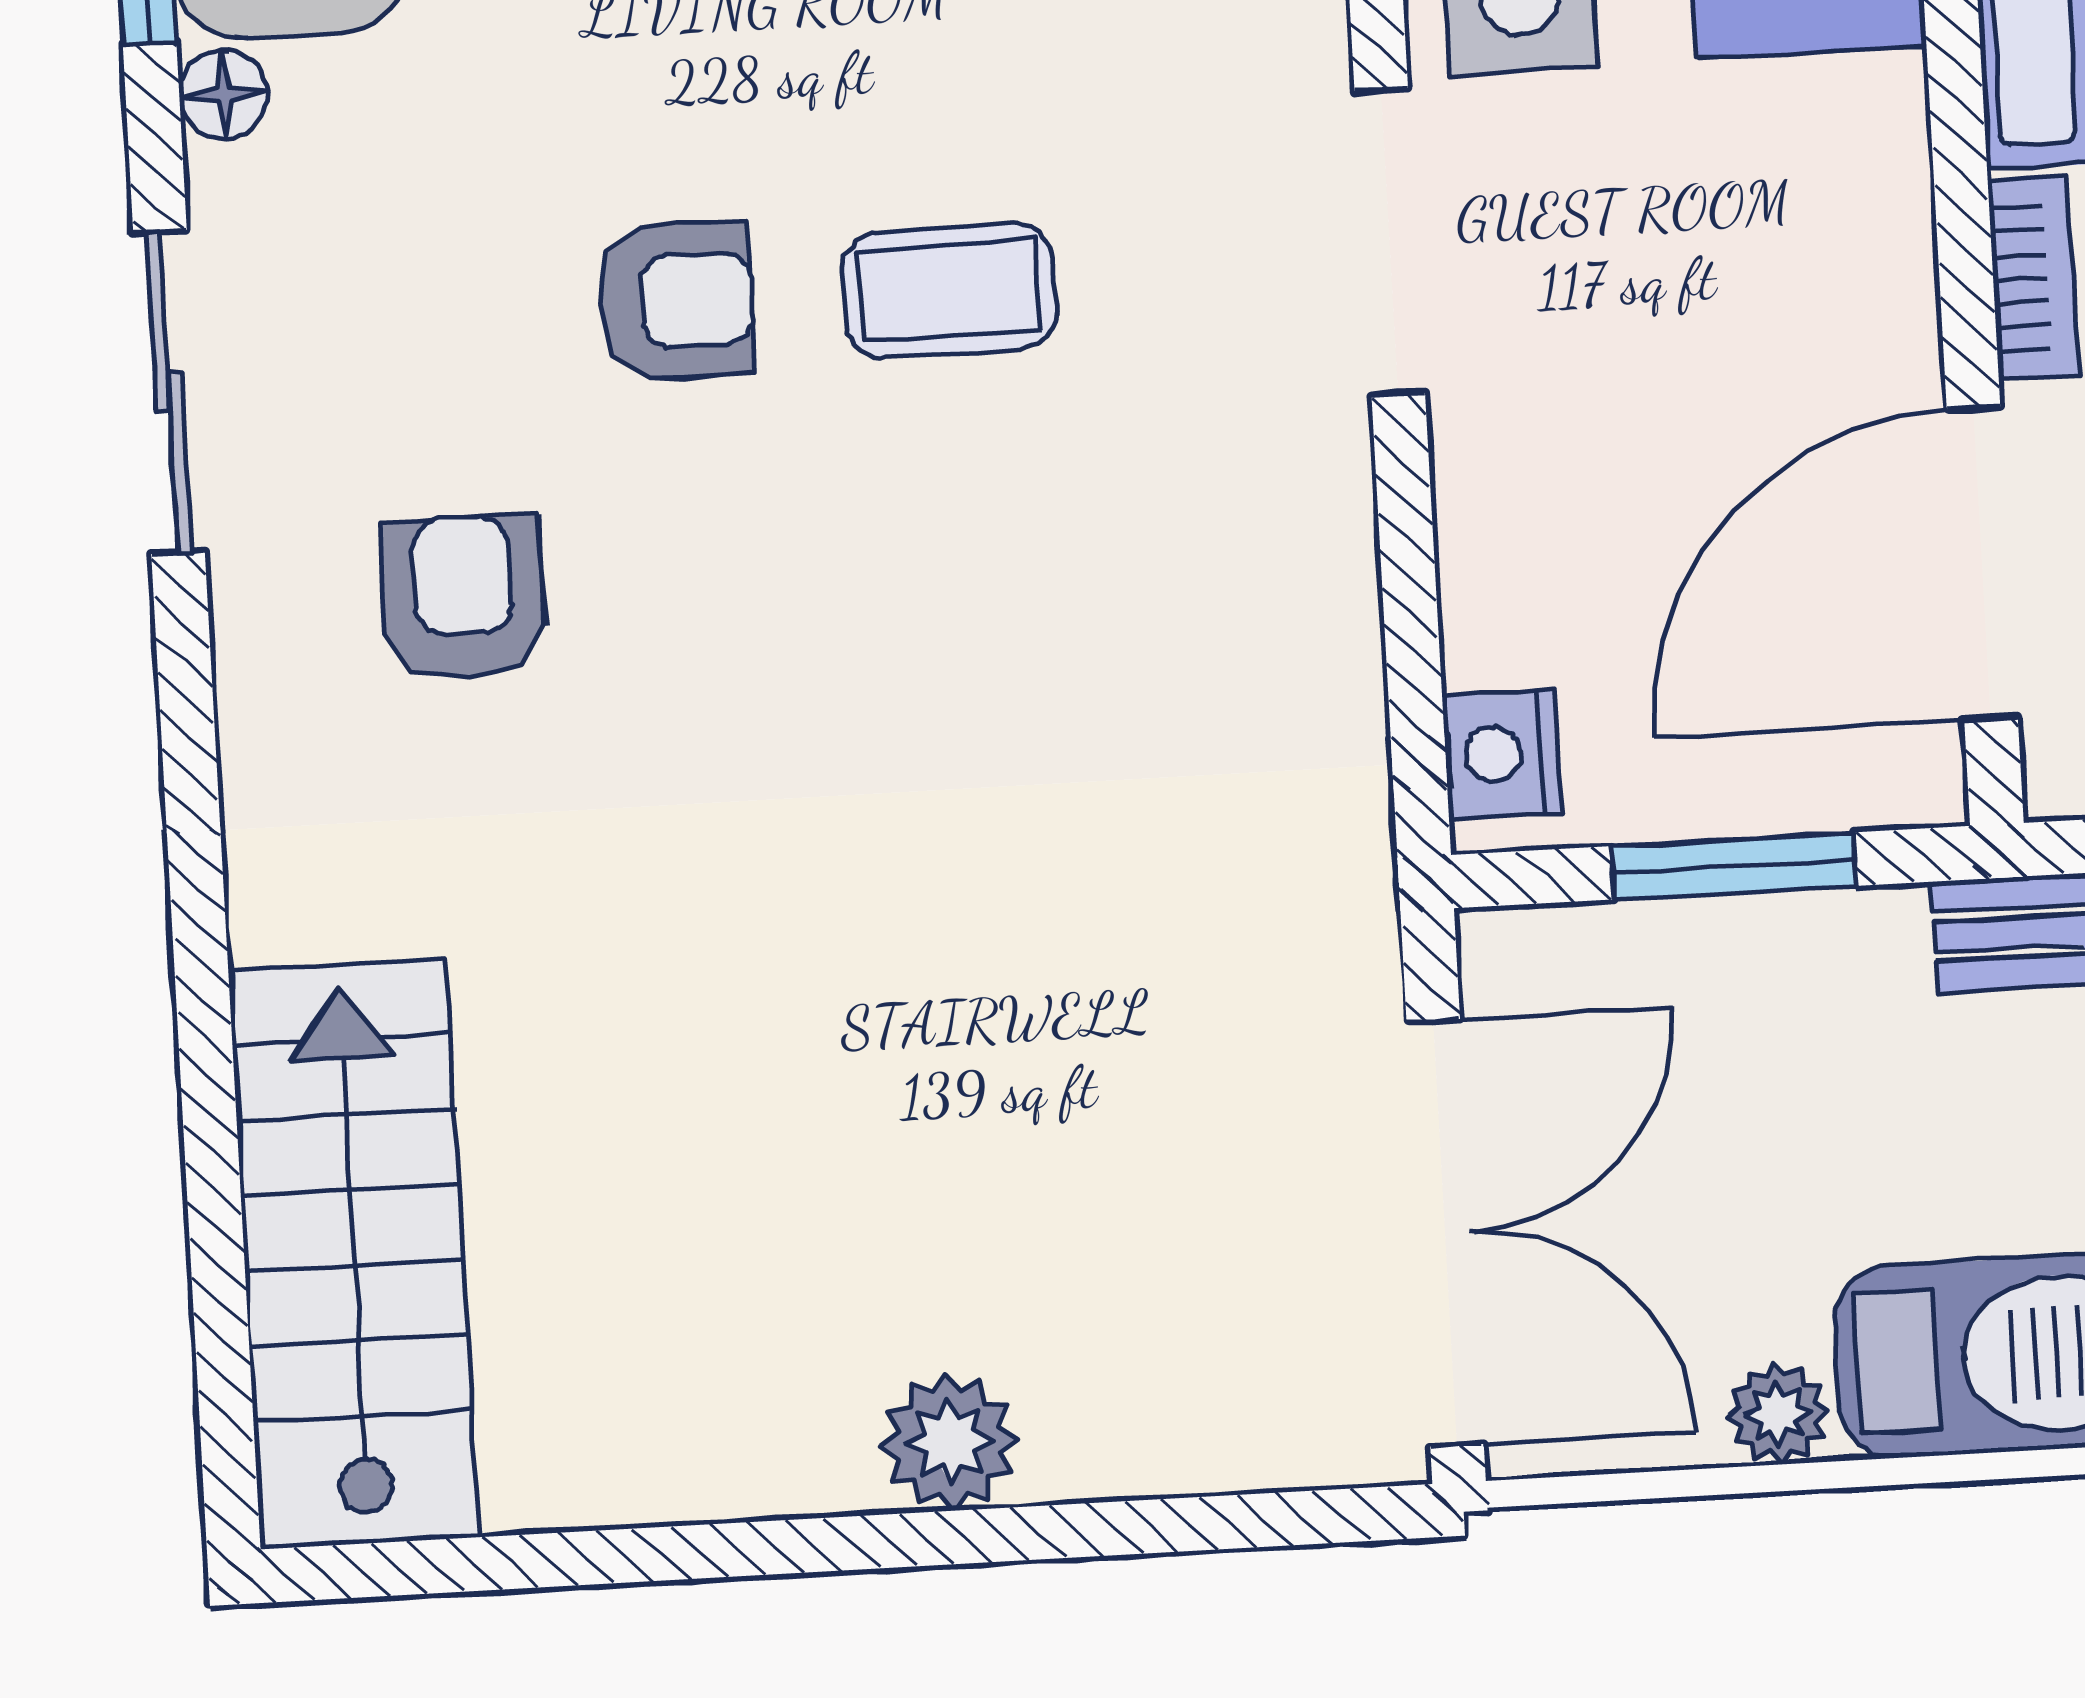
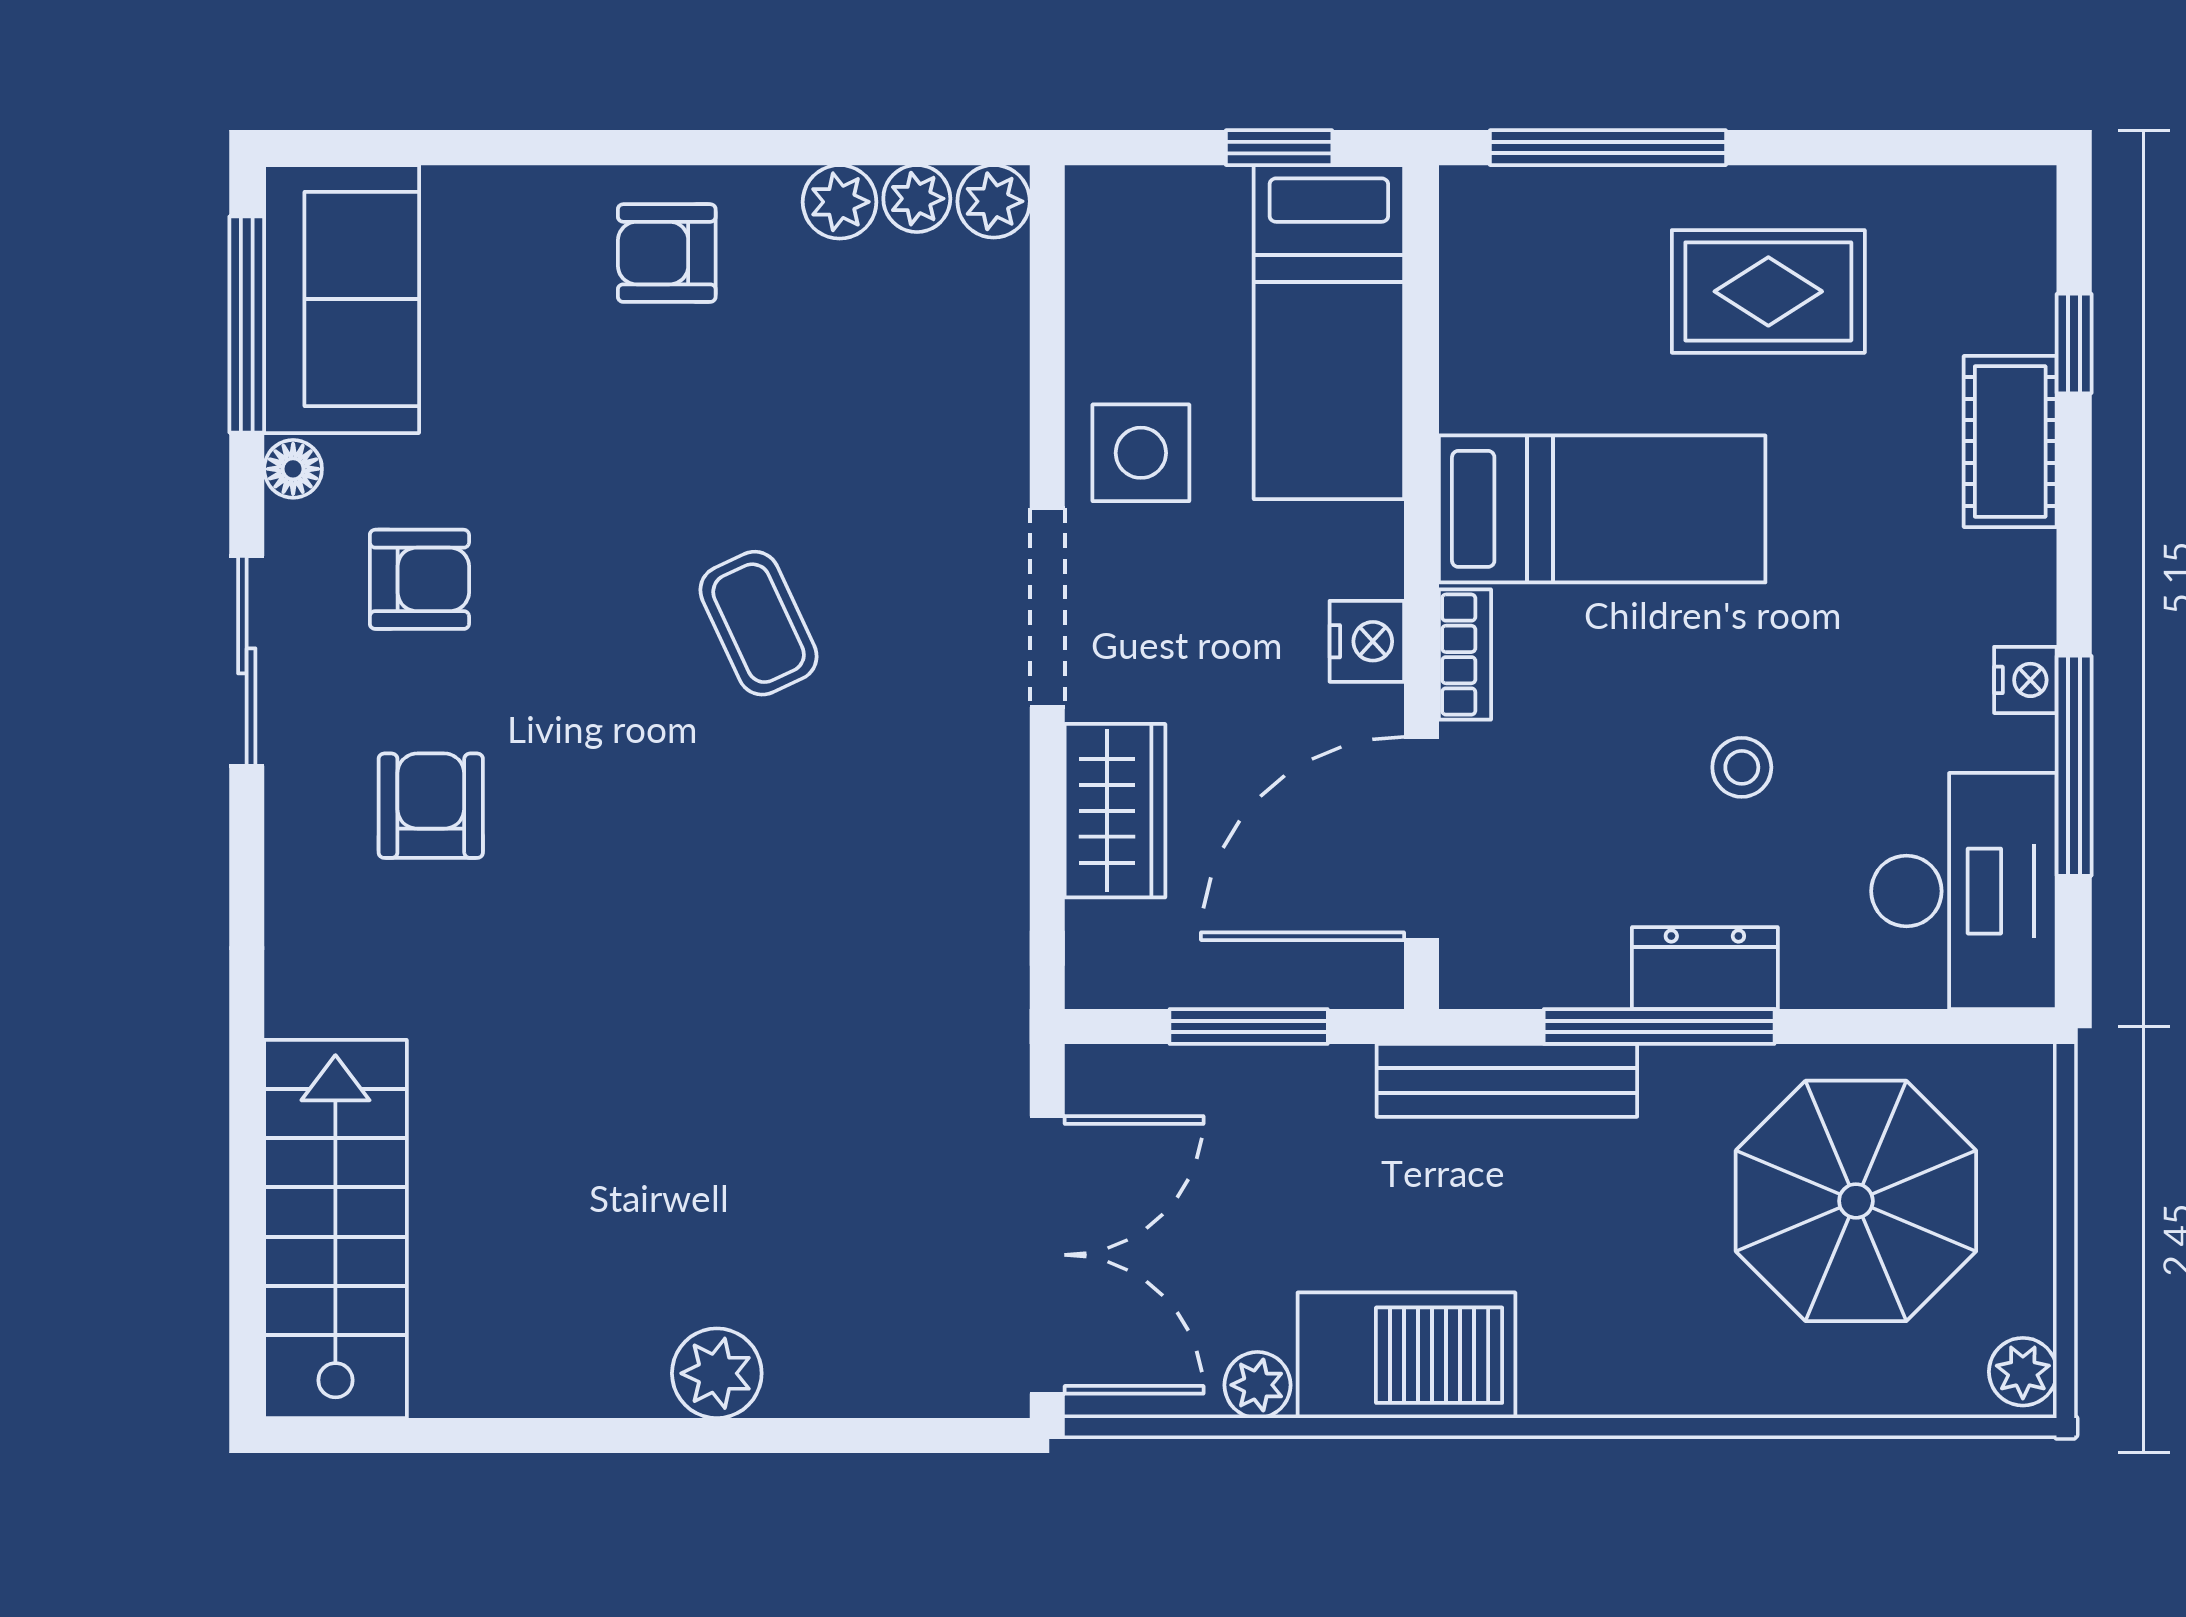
coffee table: (949, 291) -> (759, 623), turned 66
armchair: (676, 301) -> (419, 579), moved
wardrobe: (1511, 547) -> (1115, 811), added
nightstand: (1502, 754) -> (1367, 641), moved, turned 180

